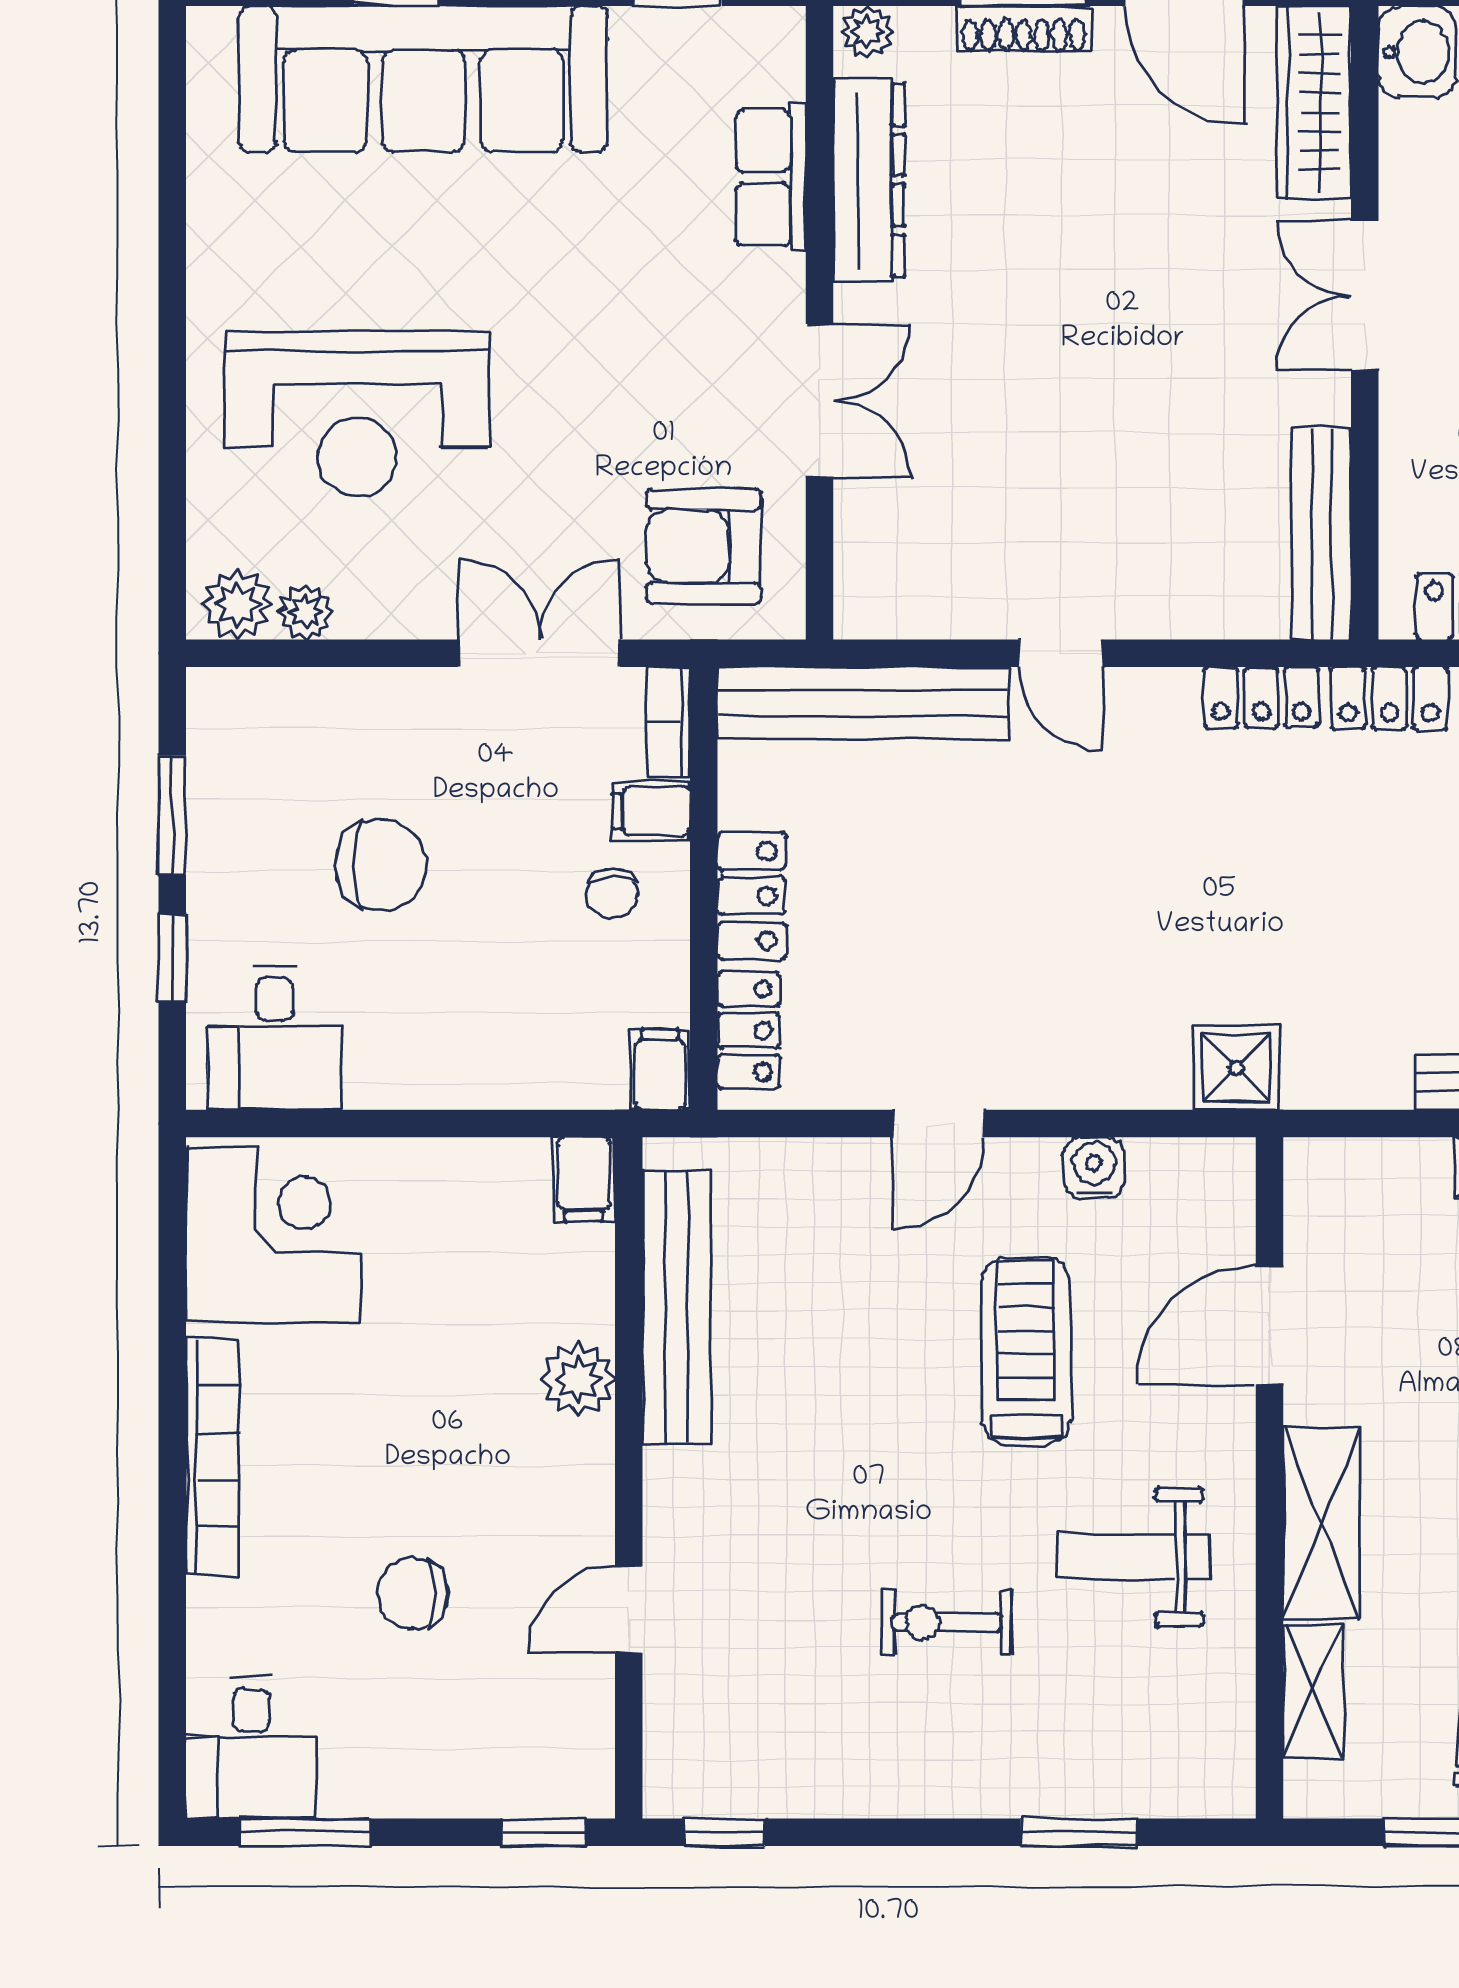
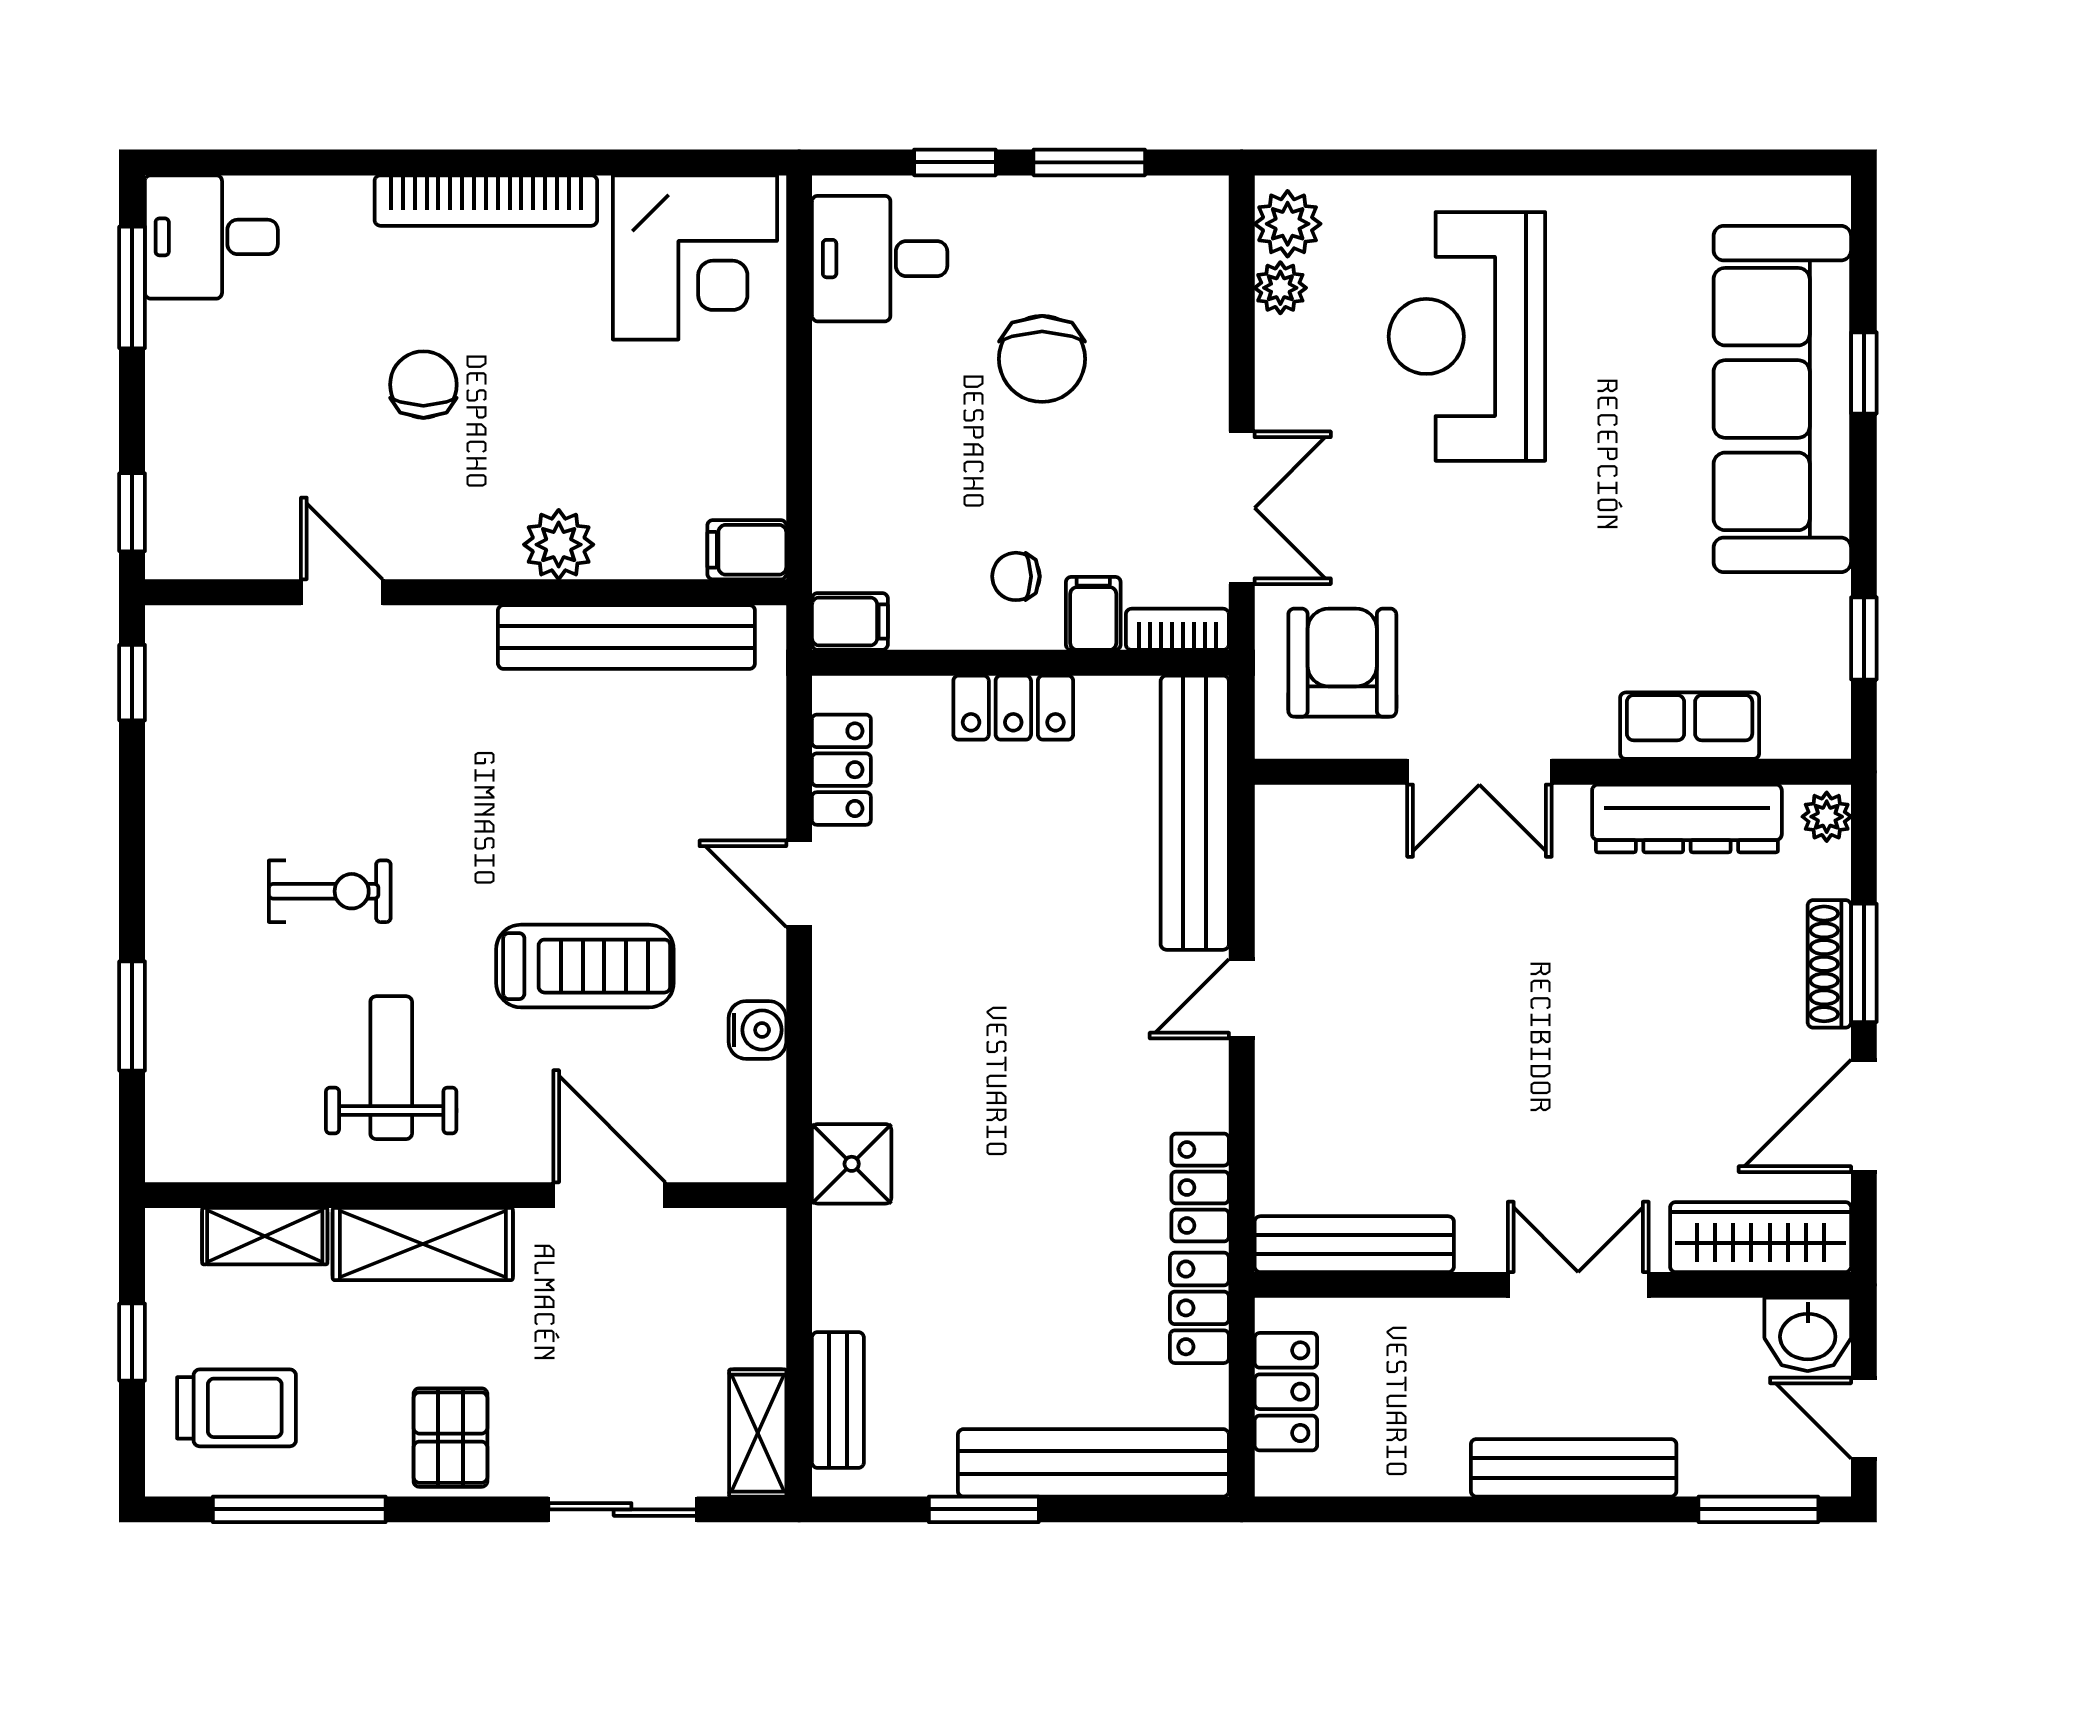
locker: (749, 1031) -> (841, 770), moved, turned -90
chair: (413, 1594) -> (423, 385), moved
exercise bike: (947, 1622) -> (330, 891), turned 90

